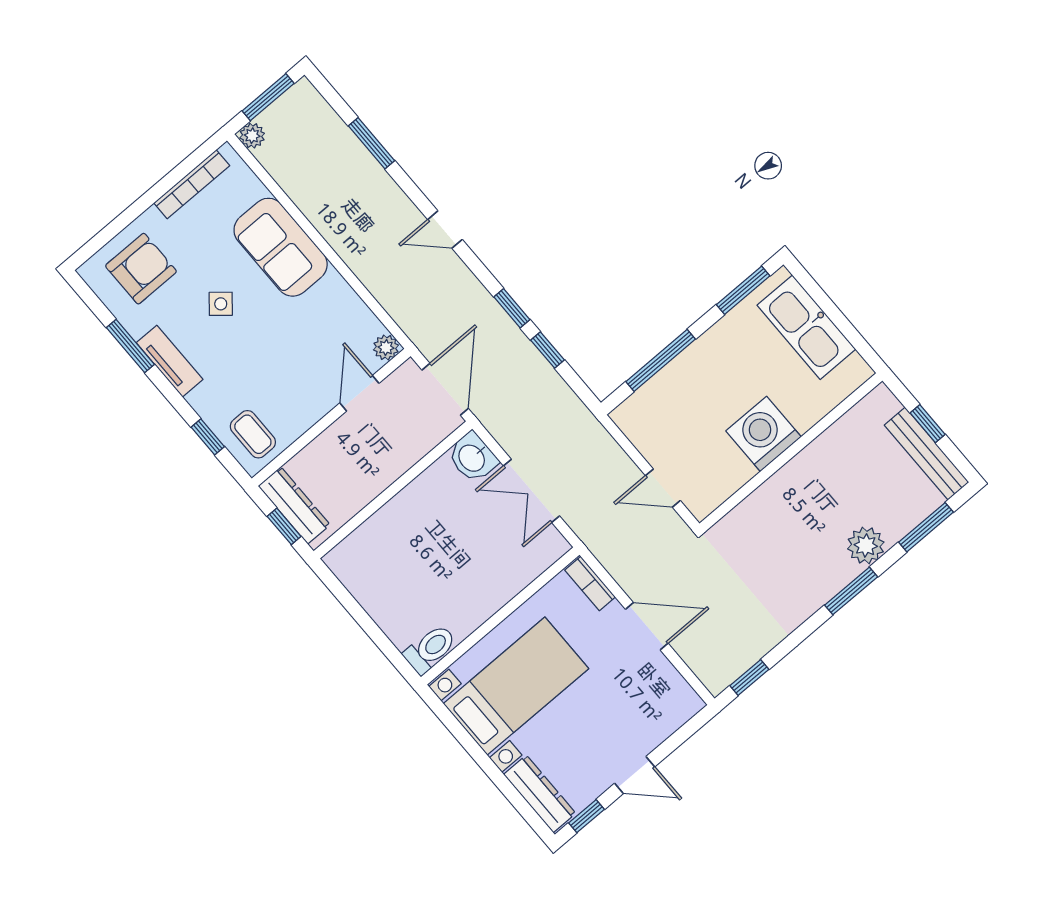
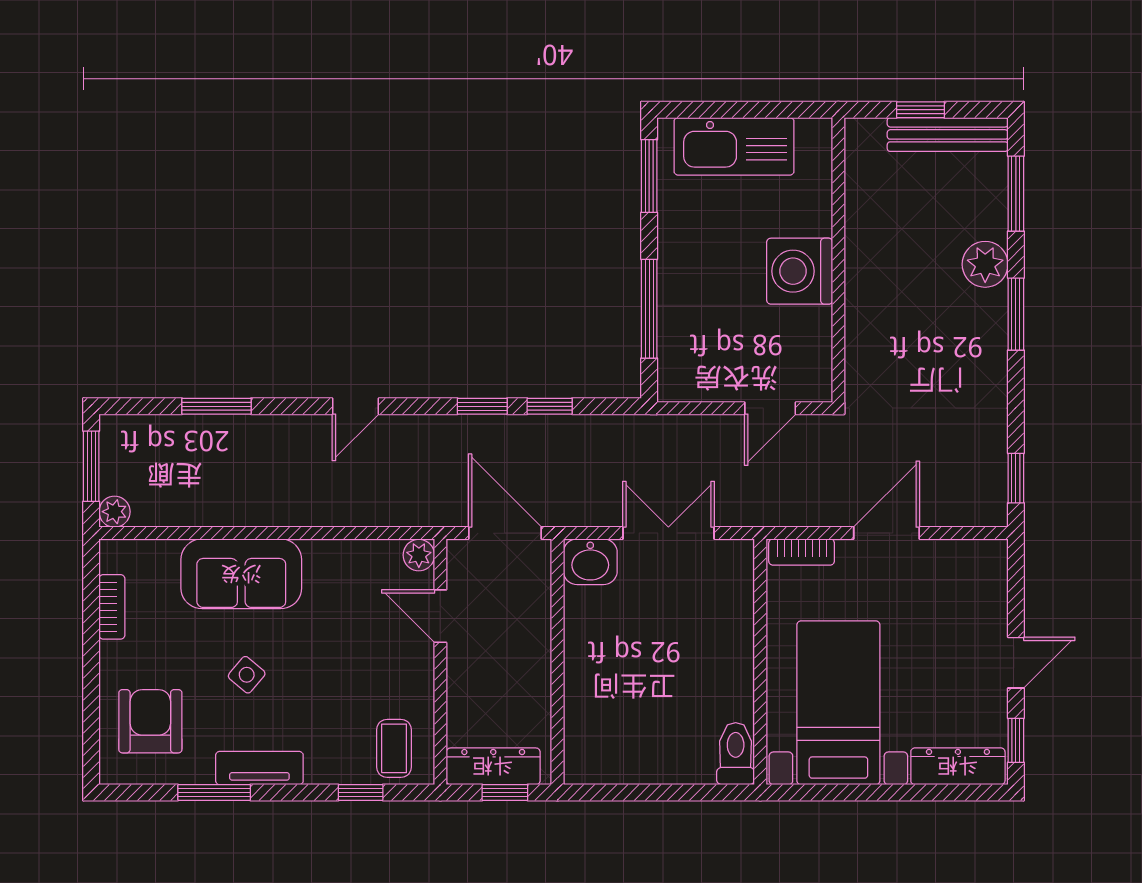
bookcase: (192, 184) -> (112, 607), width x0.64
coffee table: (253, 434) -> (394, 748), turned 90
double door: (532, 491) -> (668, 533), swing flipped

